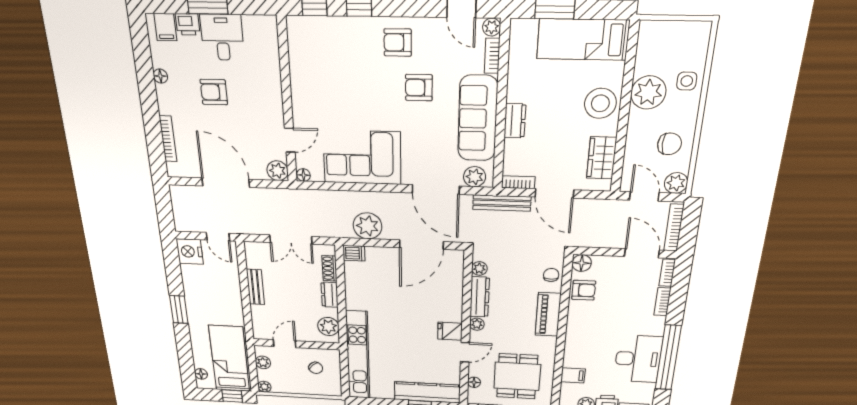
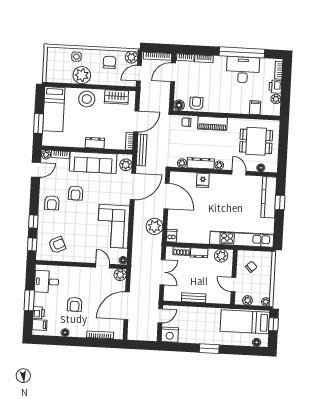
desk: (222, 37) -> (47, 282), moved
armchair: (318, 56) -> (57, 245), added
fridge: (450, 331) -> (203, 180), moved

